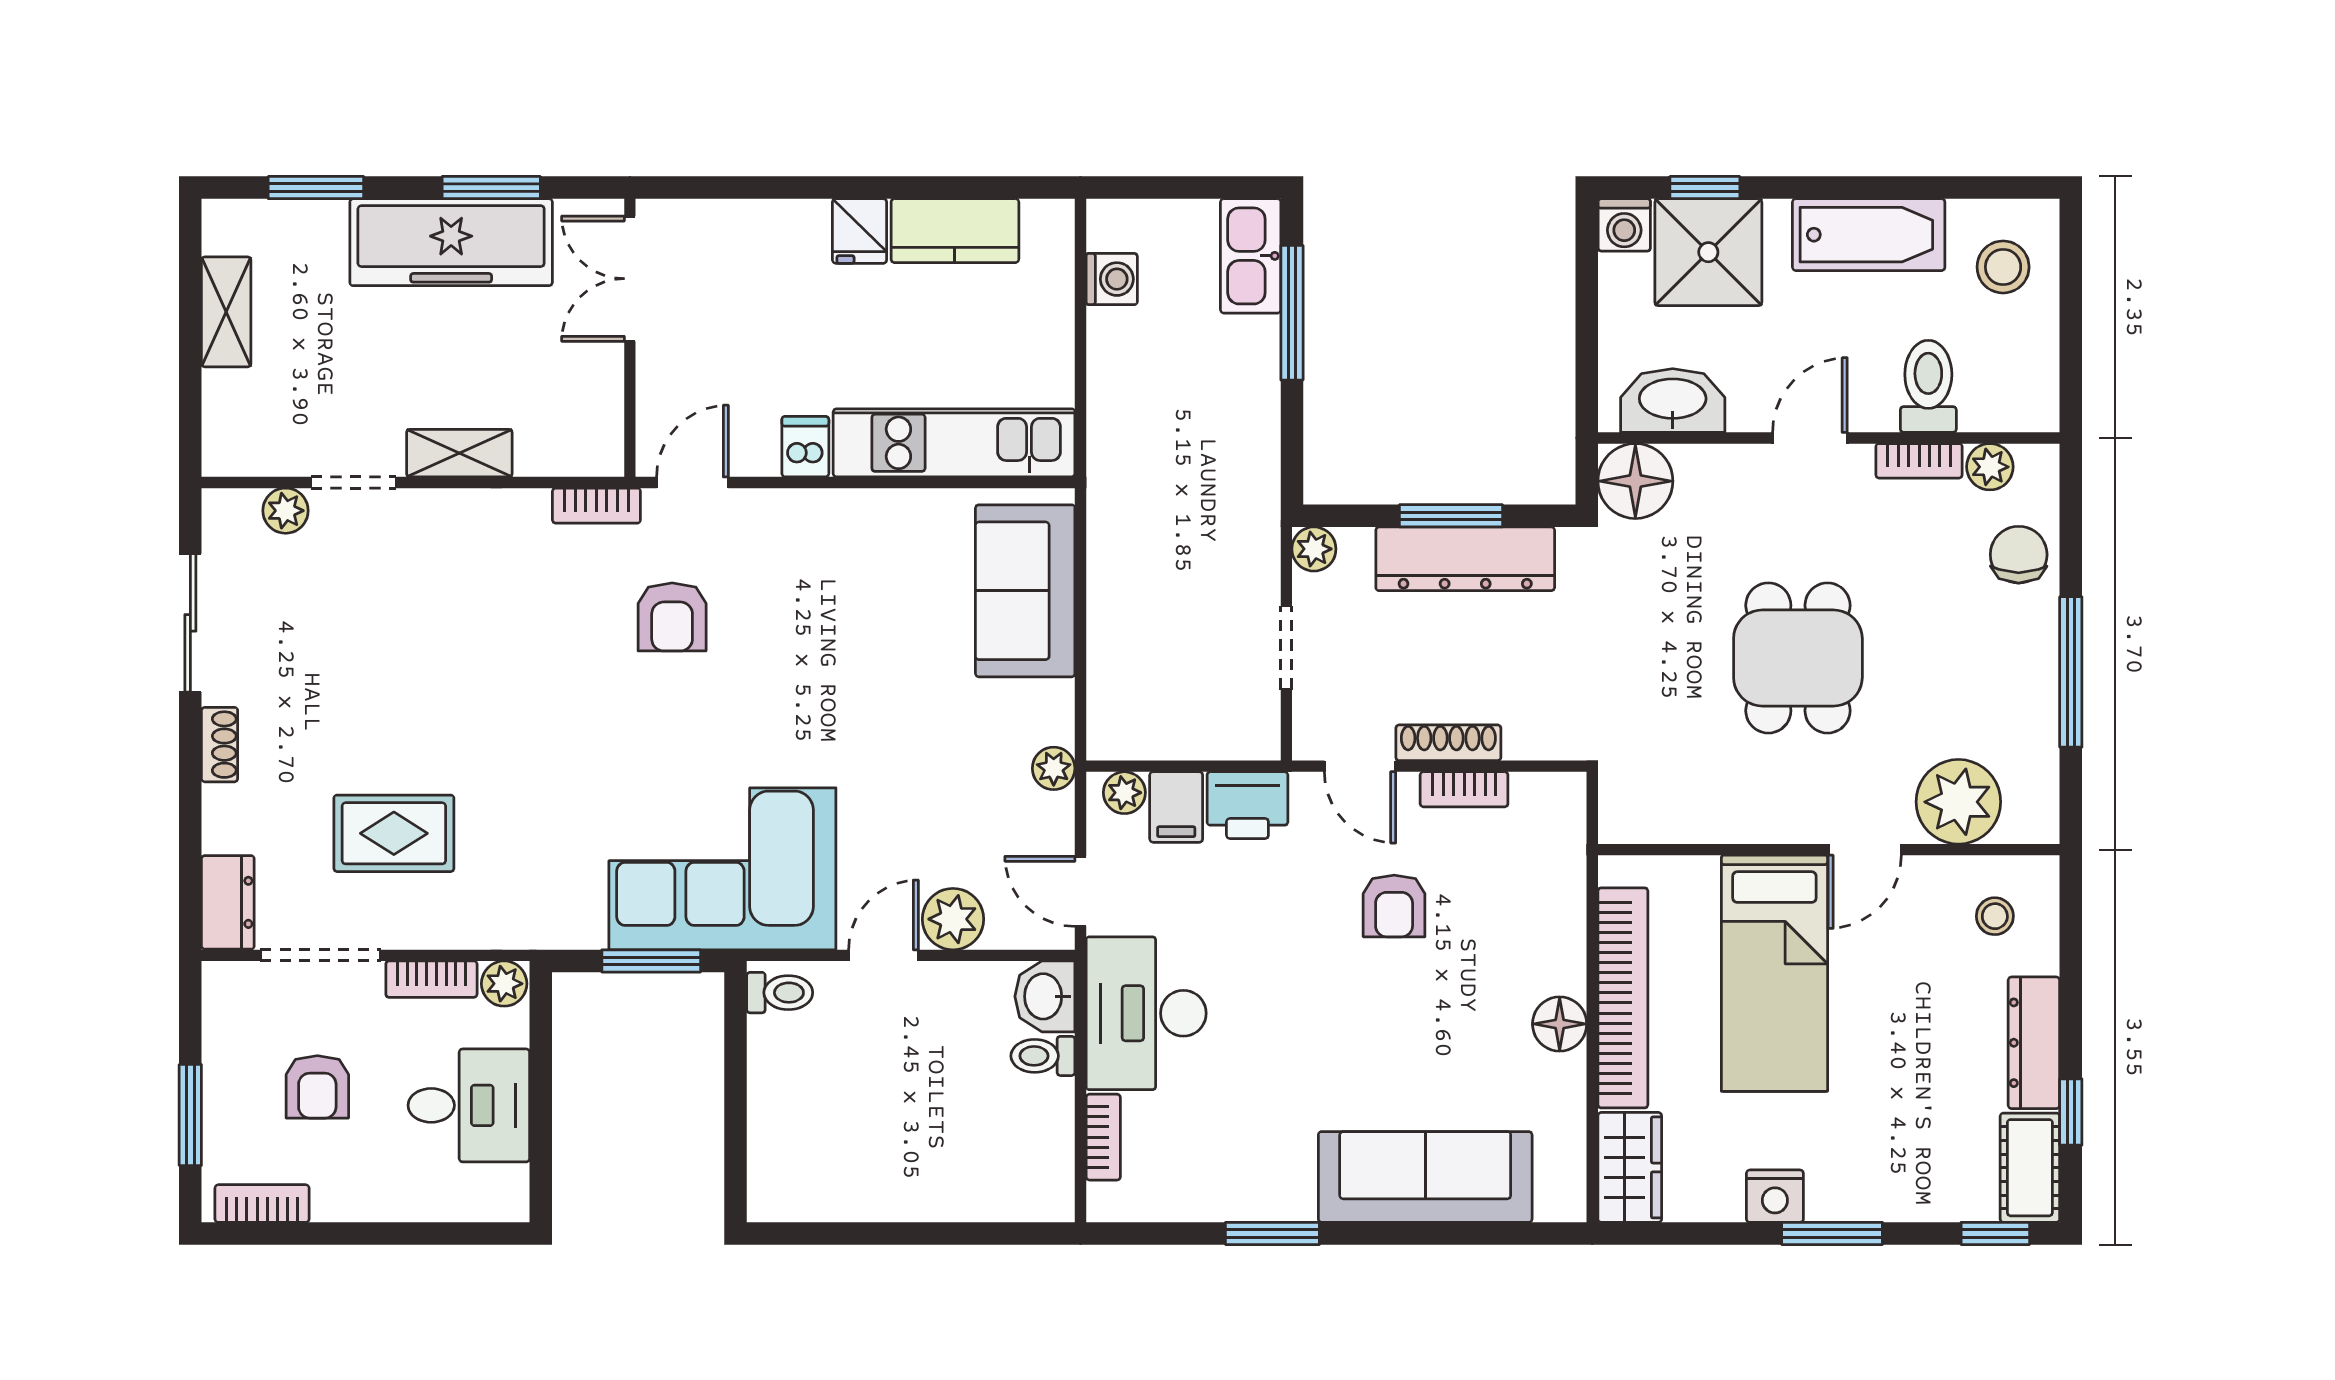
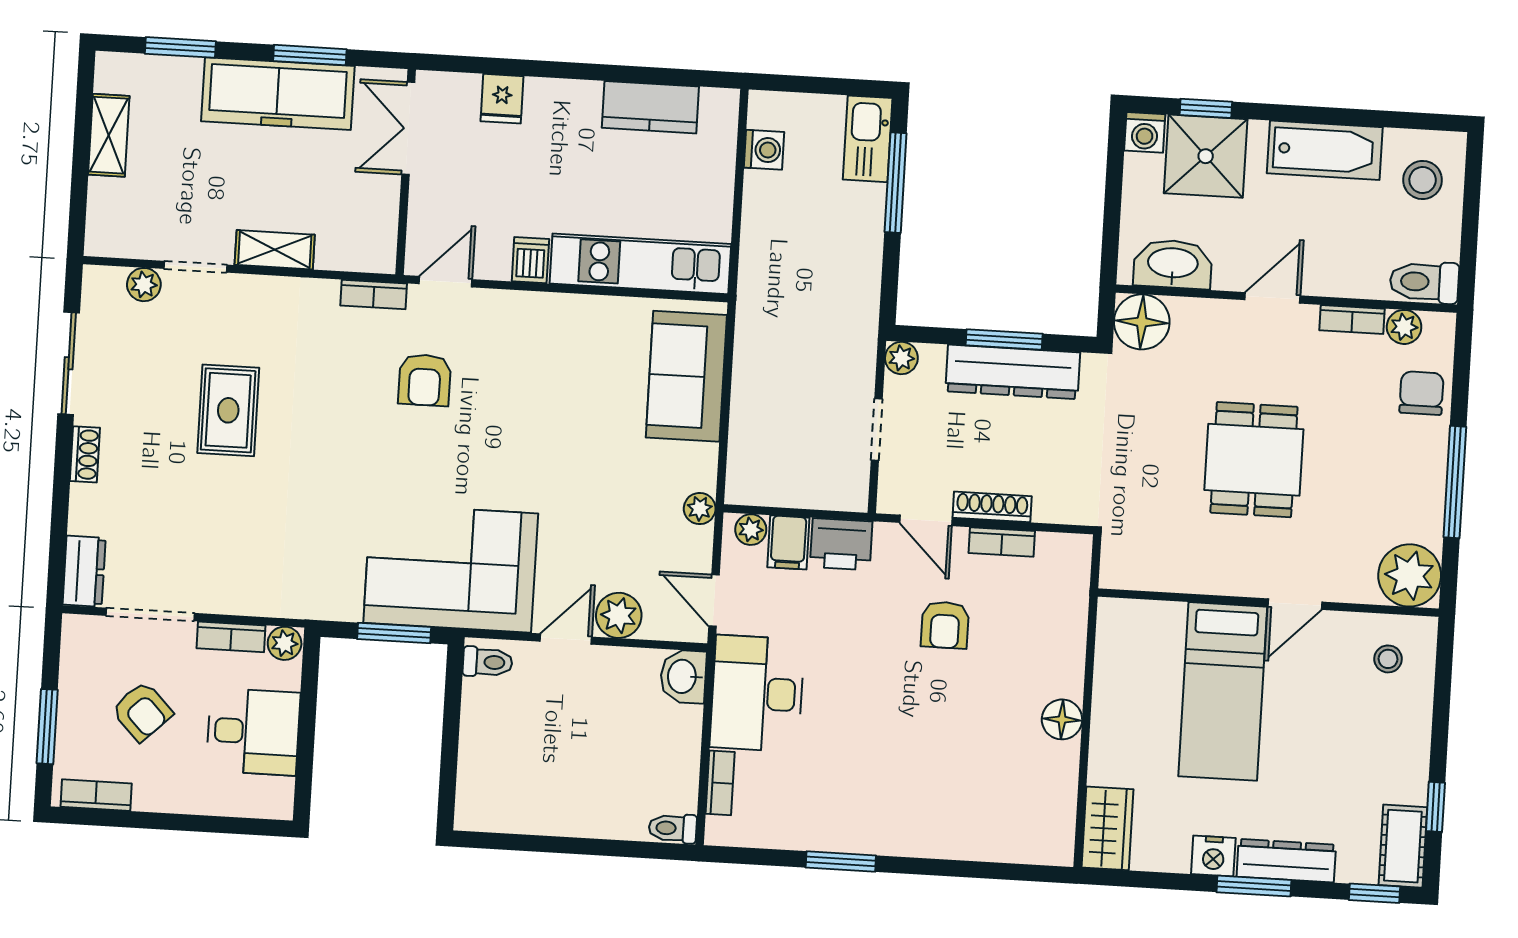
fridge: (860, 231) -> (502, 99), moved
toilet: (1928, 386) -> (1424, 282), moved, turned -90
plant: (1958, 802) -> (1410, 575), moved
rug: (394, 833) -> (228, 410), moved, turned 90
bookcase: (1623, 998) -> (1110, 703), removed
dresser: (2034, 1043) -> (1286, 861), moved, turned 90
toilet: (1043, 1056) -> (673, 828), moved
armchair: (317, 1087) -> (142, 711), turned -44
sofa: (1425, 1177) -> (956, 826), removed

